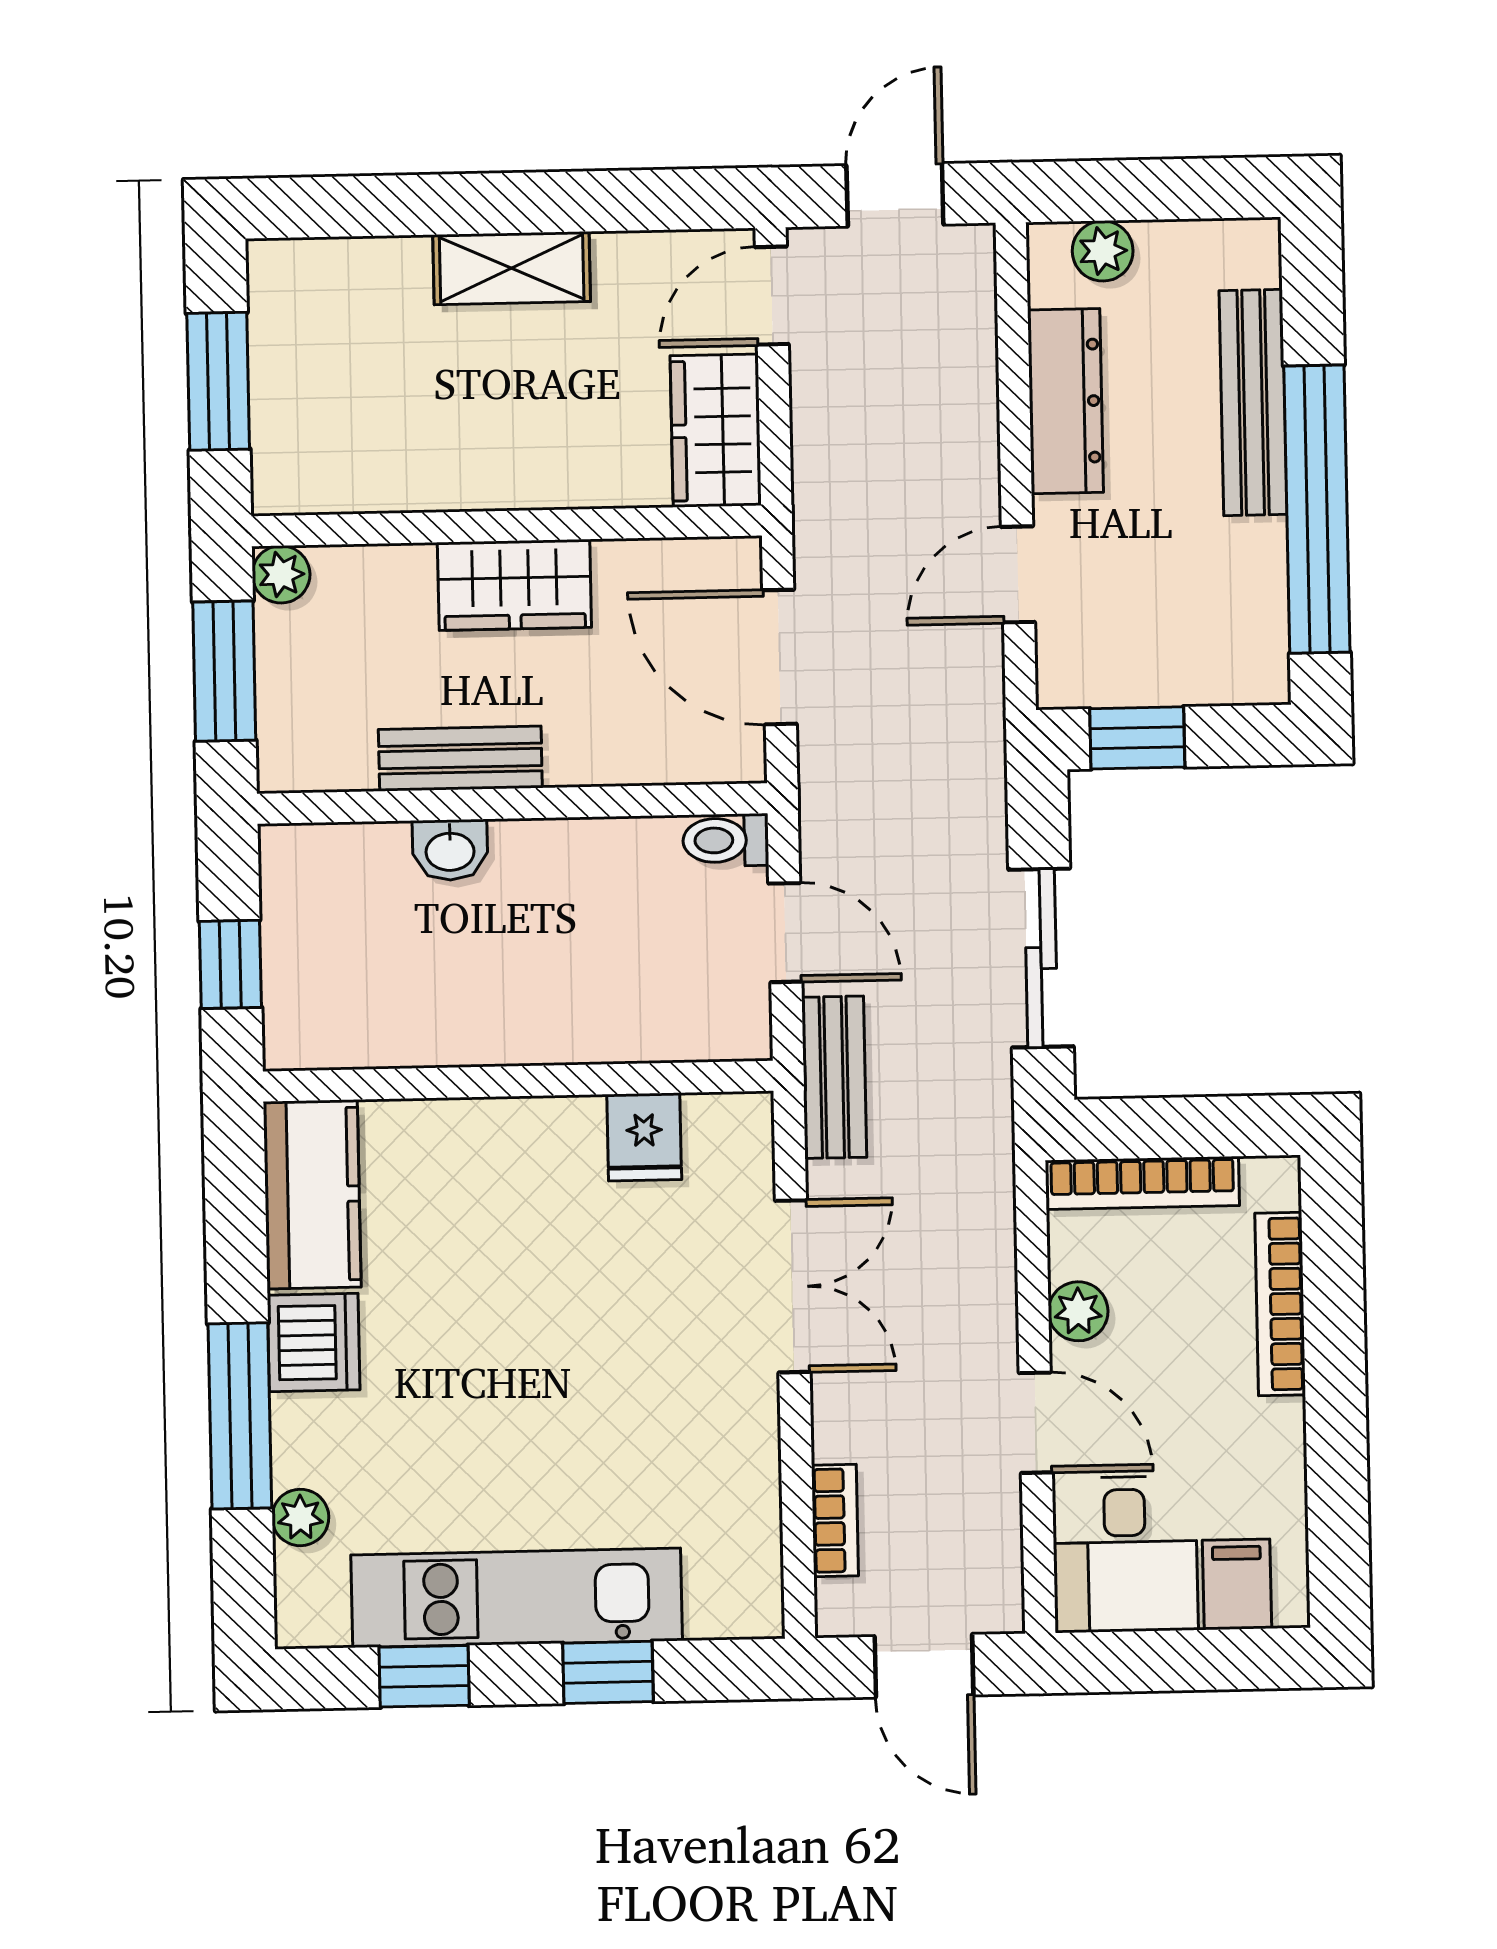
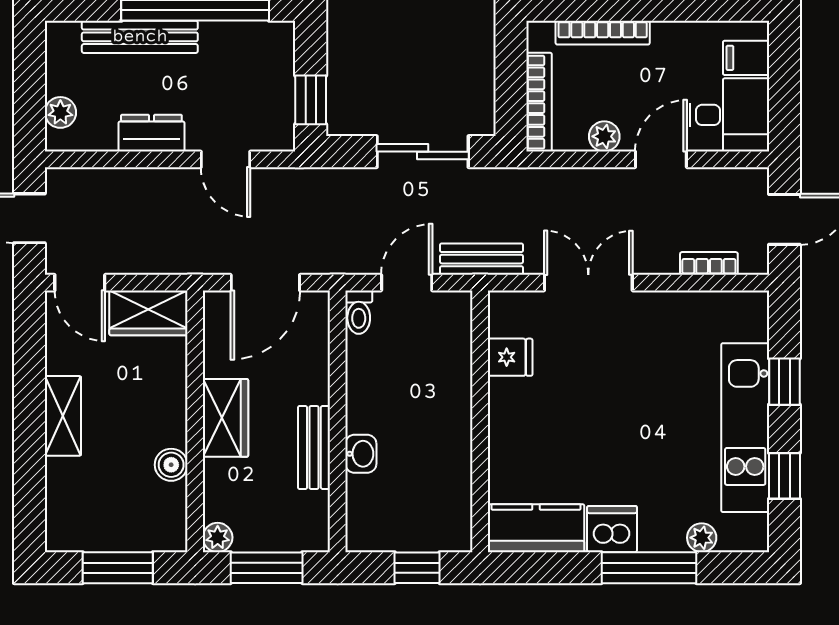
dresser: (1065, 401) -> (151, 133), width x0.70
boiler: (421, 481) -> (171, 465), added

